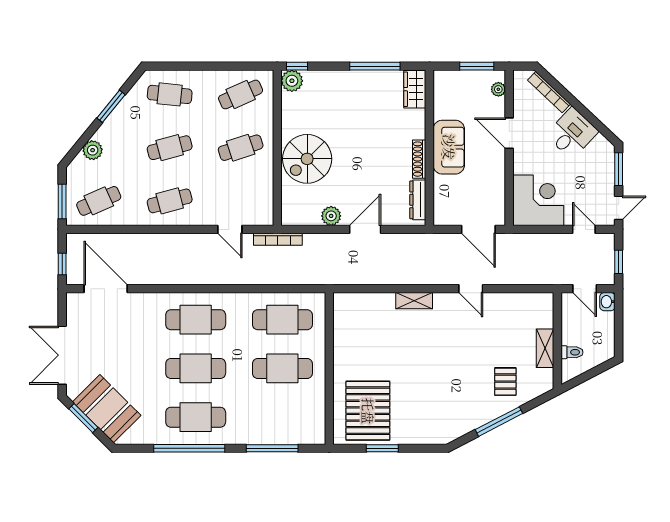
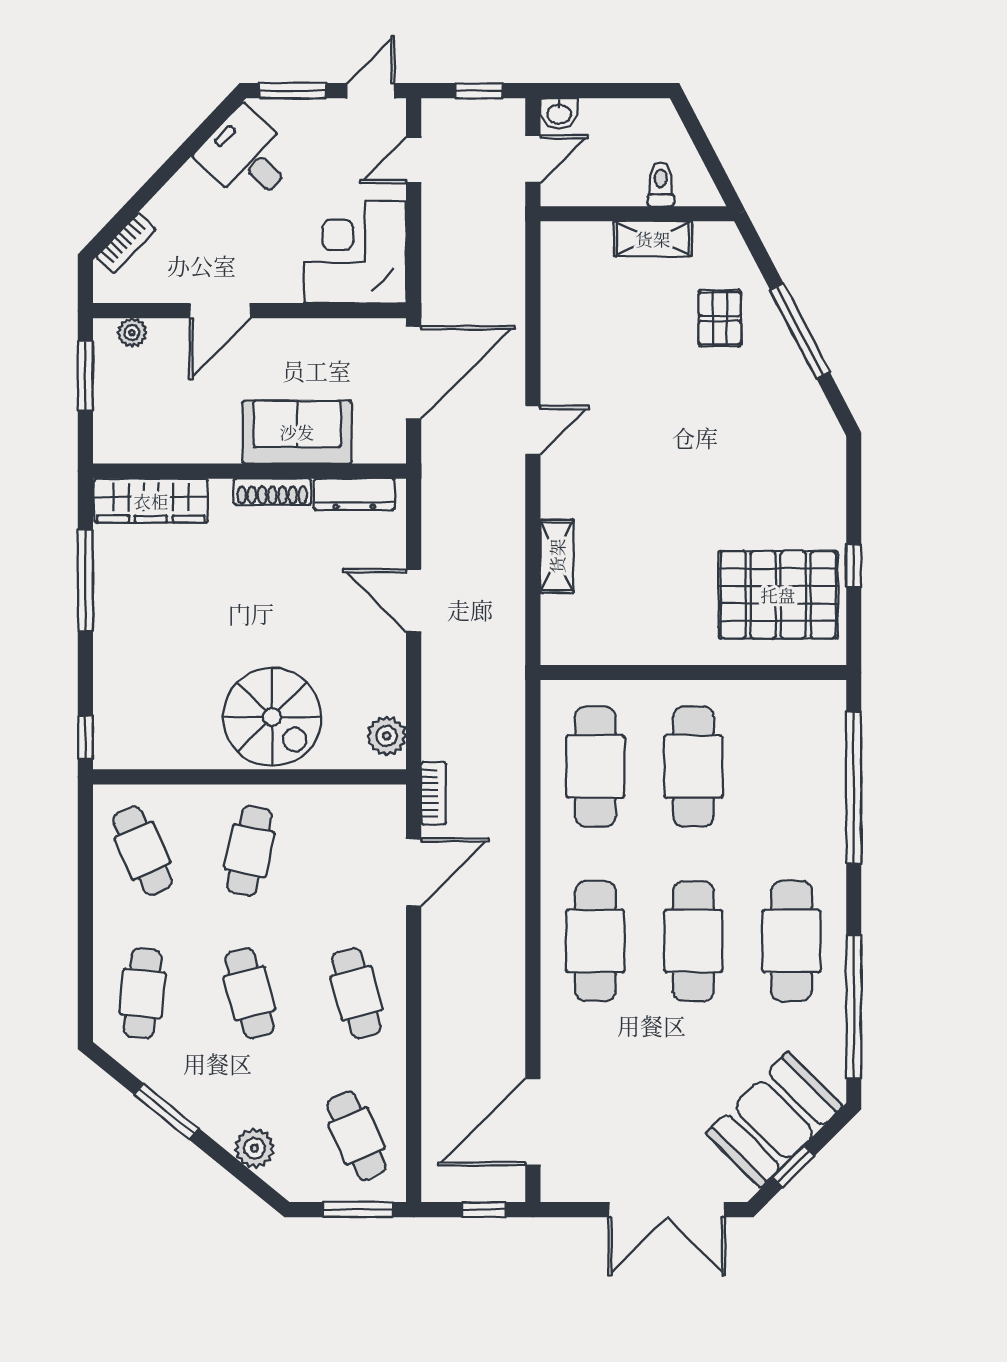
plant: (292, 81) -> (115, 748), removed
wardrobe: (415, 89) -> (151, 501), width x1.50
bookcase: (549, 92) -> (126, 243), width x0.64
desk: (572, 133) -> (247, 156), moved
sofa: (449, 147) -> (297, 432), moved
cafe table: (241, 148) -> (249, 851), turned 30
door: (619, 208) -> (370, 91), hinge flipped
plant: (331, 216) -> (387, 736), moved
door: (230, 229) -> (414, 872), width x1.38
door: (478, 229) -> (414, 372), width x1.36
bookcase: (278, 239) -> (434, 793), width x0.64
door: (471, 289) -> (533, 430), moved
shelving: (414, 301) -> (557, 556), moved
pallet: (505, 382) -> (720, 318), turned 90
window: (83, 418) -> (793, 1167), width x0.67
window: (189, 448) -> (854, 1007), moved
window: (272, 448) -> (854, 787), width x1.46
window: (382, 448) -> (854, 566), width x0.67

